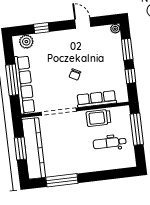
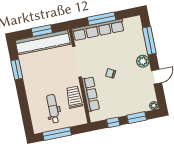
window: (41, 28) -> (149, 41), width x2.17
plant: (26, 42) -> (143, 61), moved
window: (137, 129) -> (57, 134), moved
window: (62, 180) -> (17, 69), width x0.69

